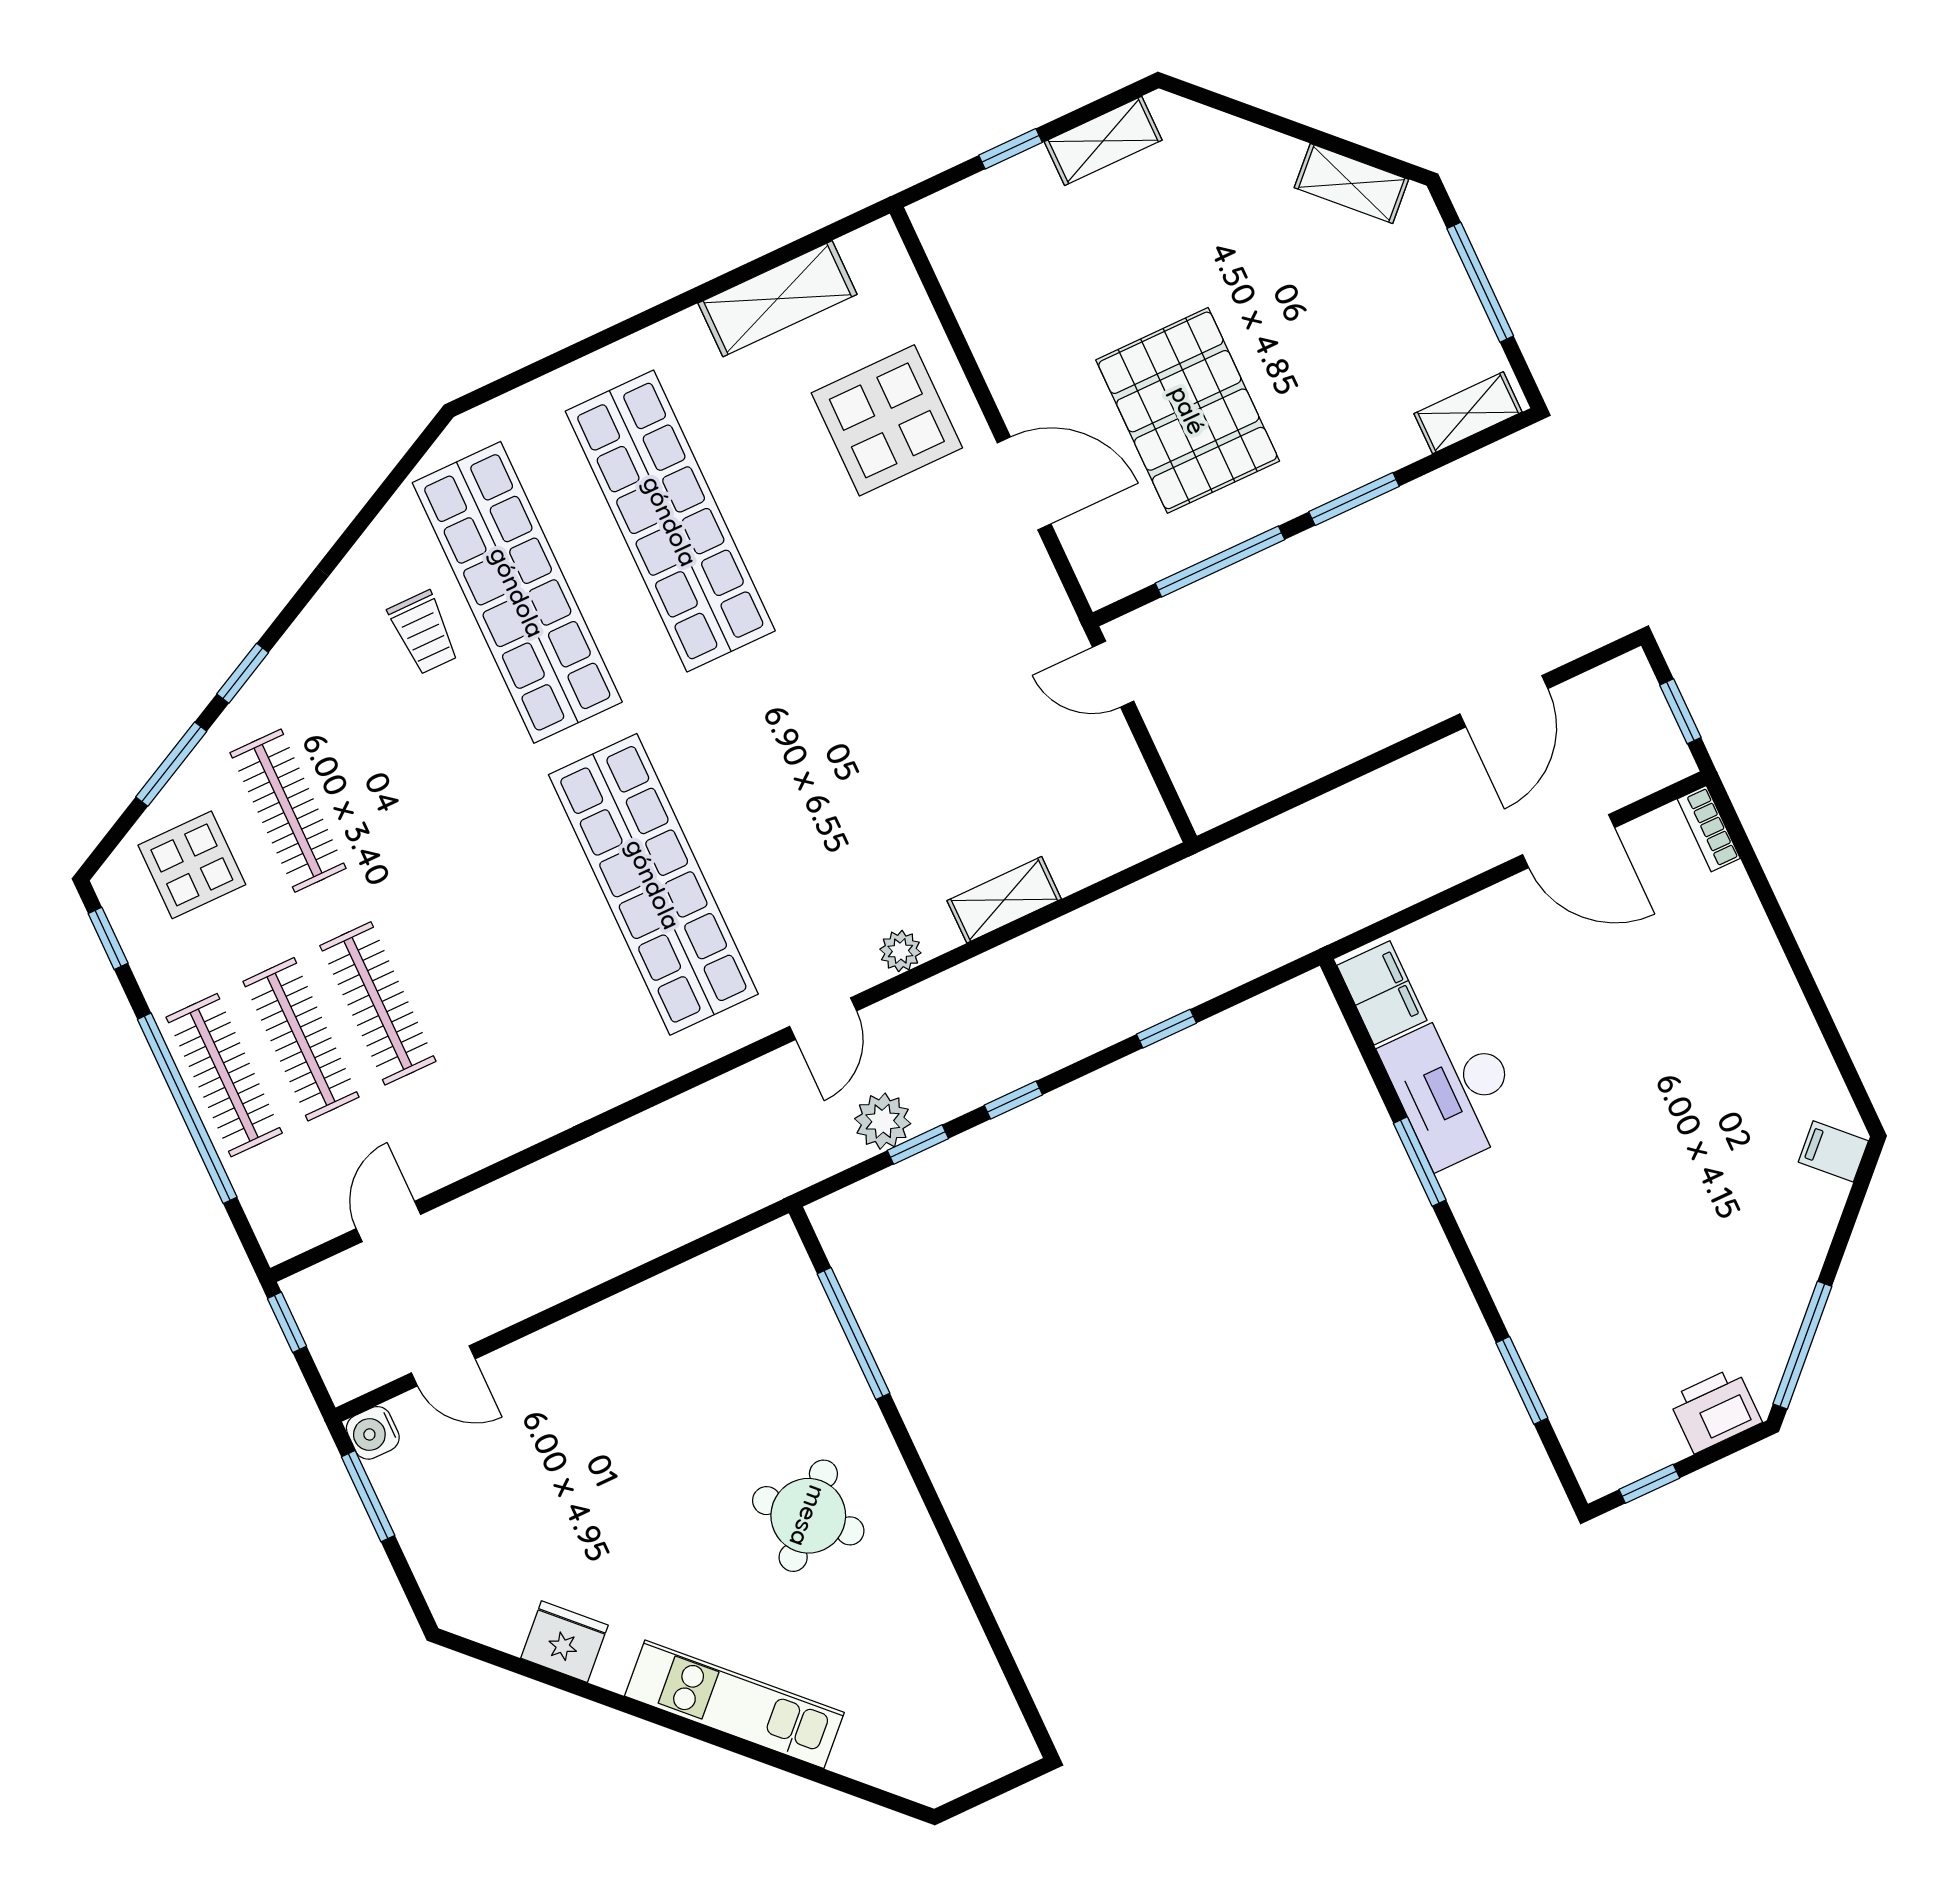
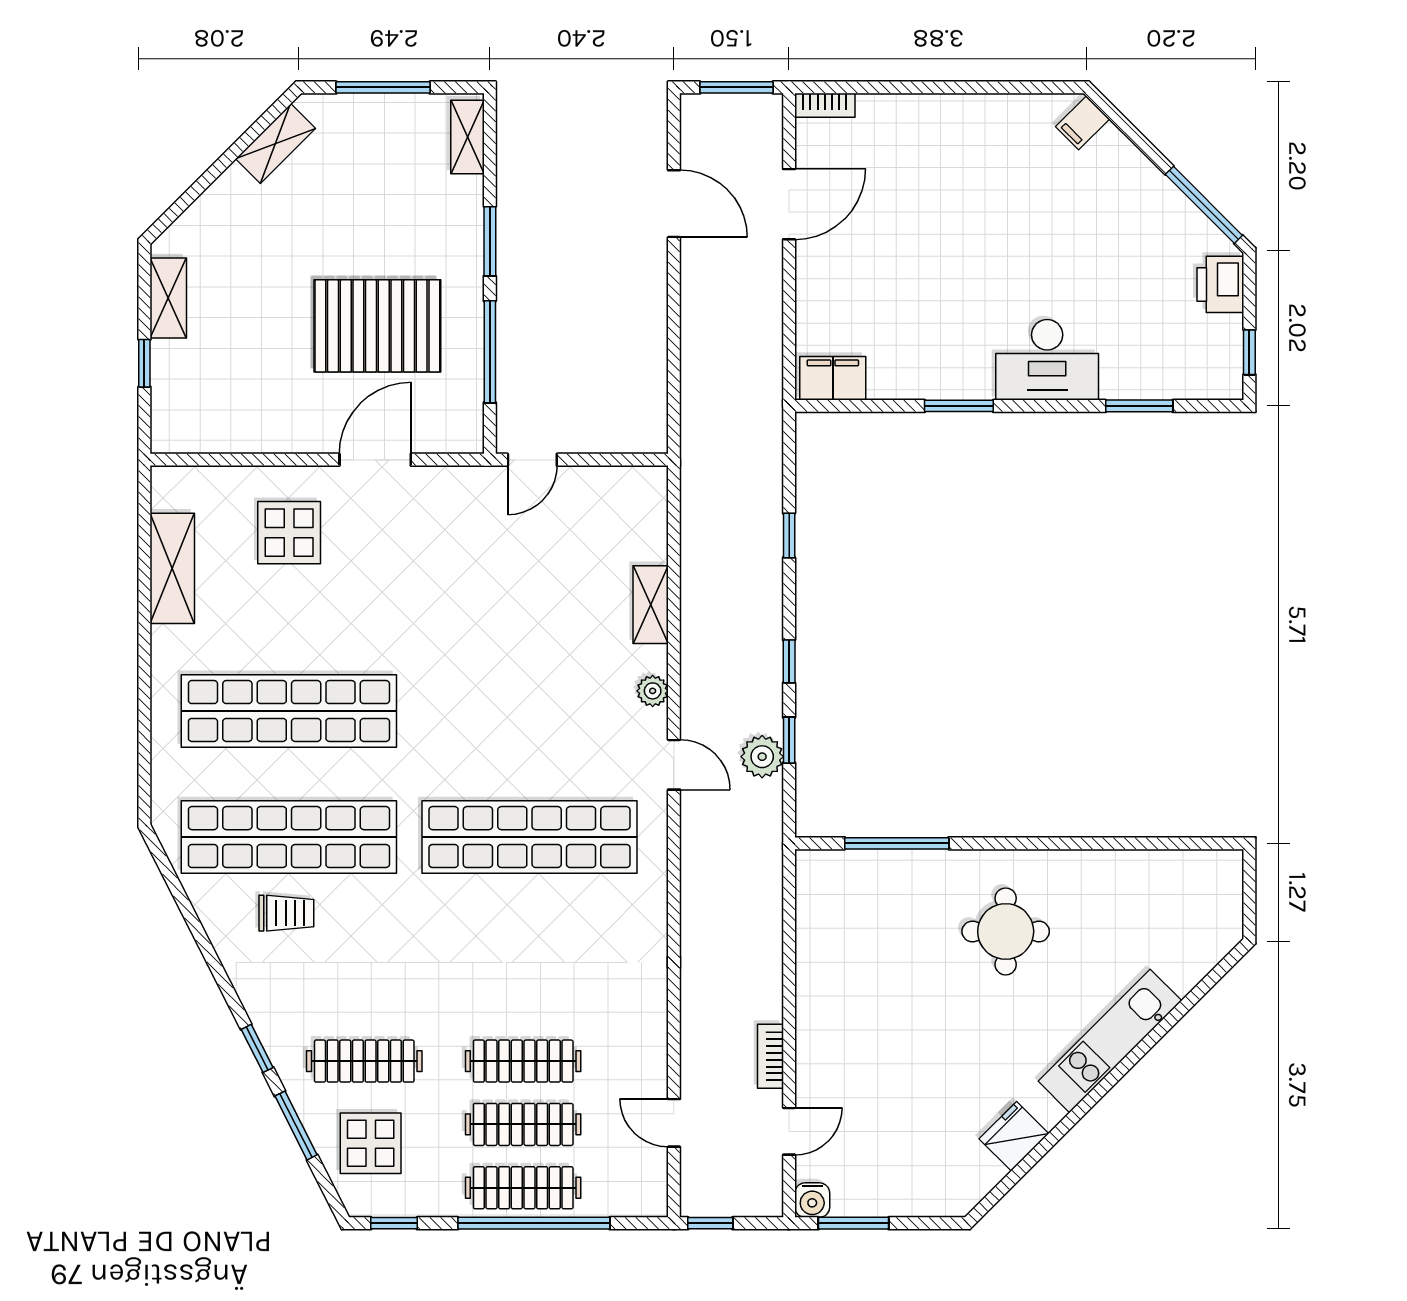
display table: (887, 420) -> (289, 533), width x0.73, depth x0.73
window: (1680, 711) -> (736, 87), width x1.50
desk: (1454, 1088) -> (1047, 360), moved
bookcase: (524, 1301) -> (770, 1056), added
round table: (808, 1516) -> (1006, 931), turned 45

